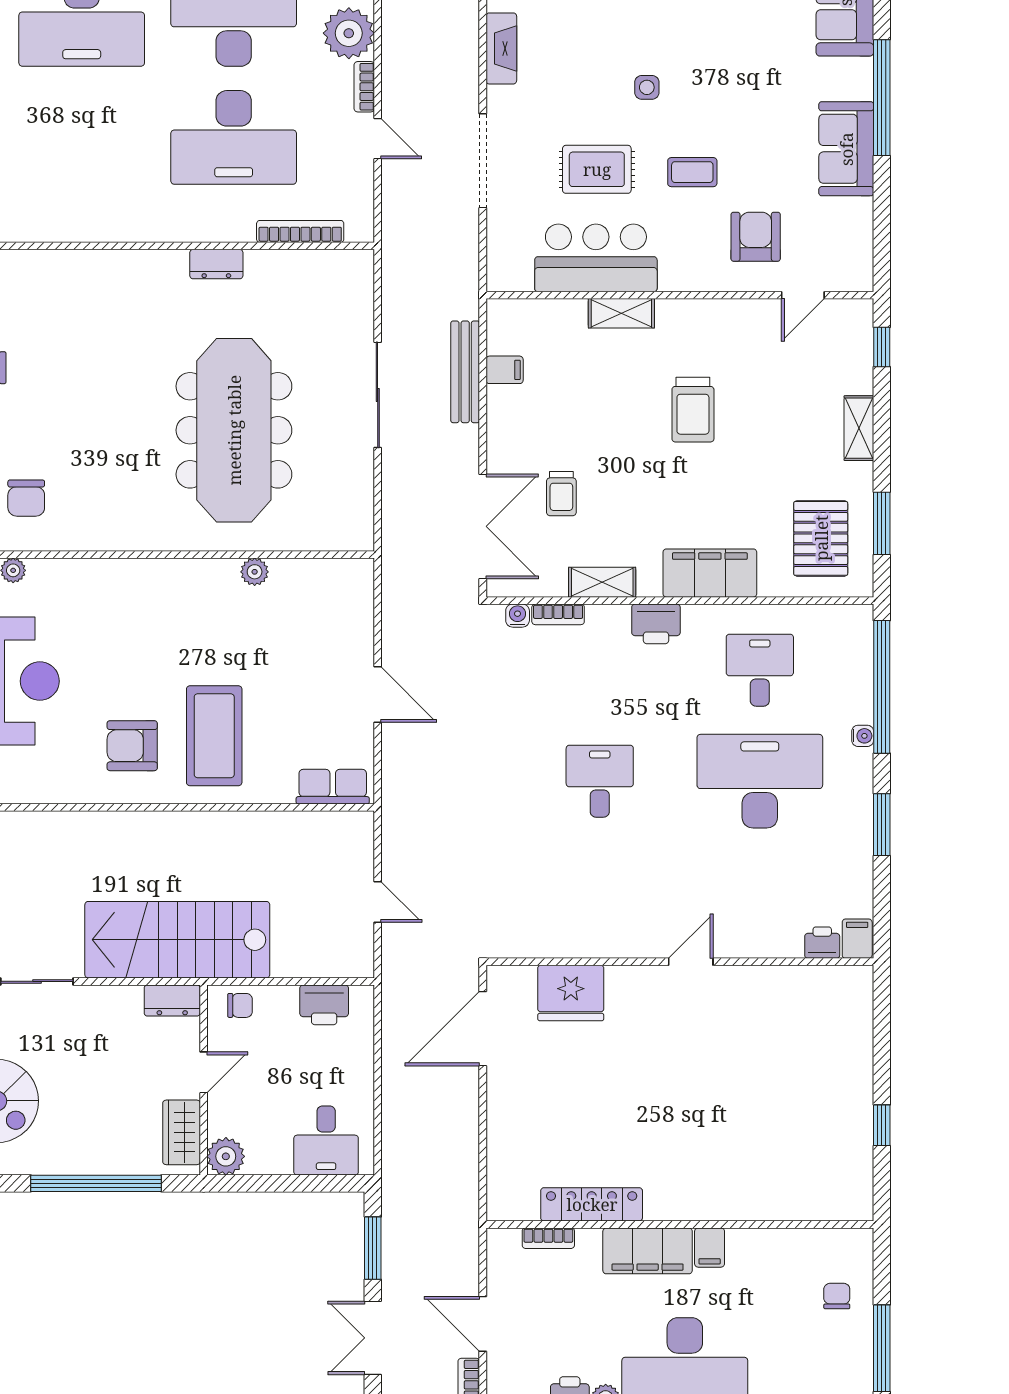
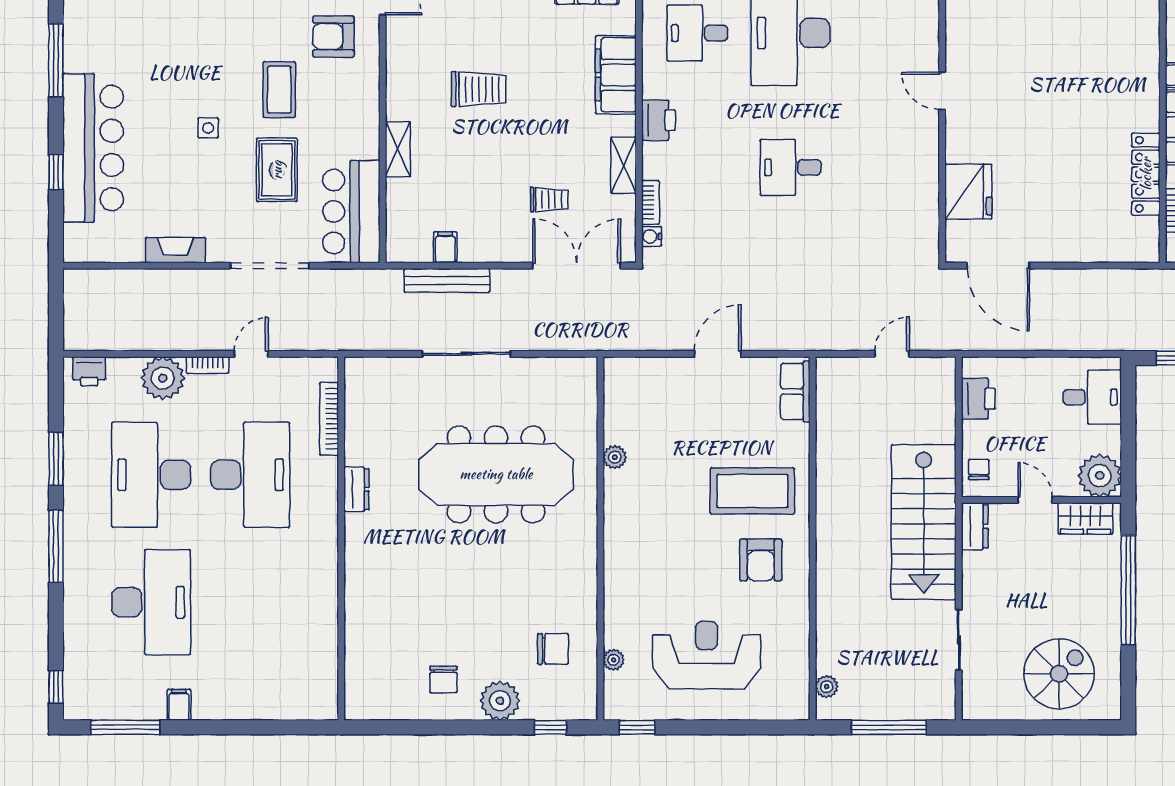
coffee table: (692, 172) -> (279, 90), width x1.36, depth x1.30
bar counter: (596, 258) -> (351, 212), moved
plant: (226, 1156) -> (1100, 476), width x1.36, depth x1.36

